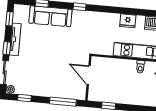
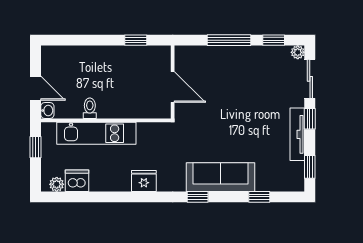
sofa: (50, 16) -> (221, 177), moved
fridge: (128, 21) -> (144, 181), moved
window: (63, 102) -> (229, 40), moved

